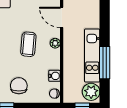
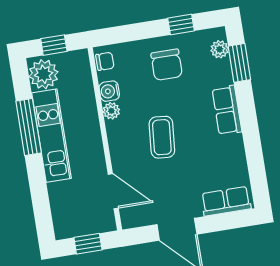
plant: (55, 43) -> (111, 111), moved

